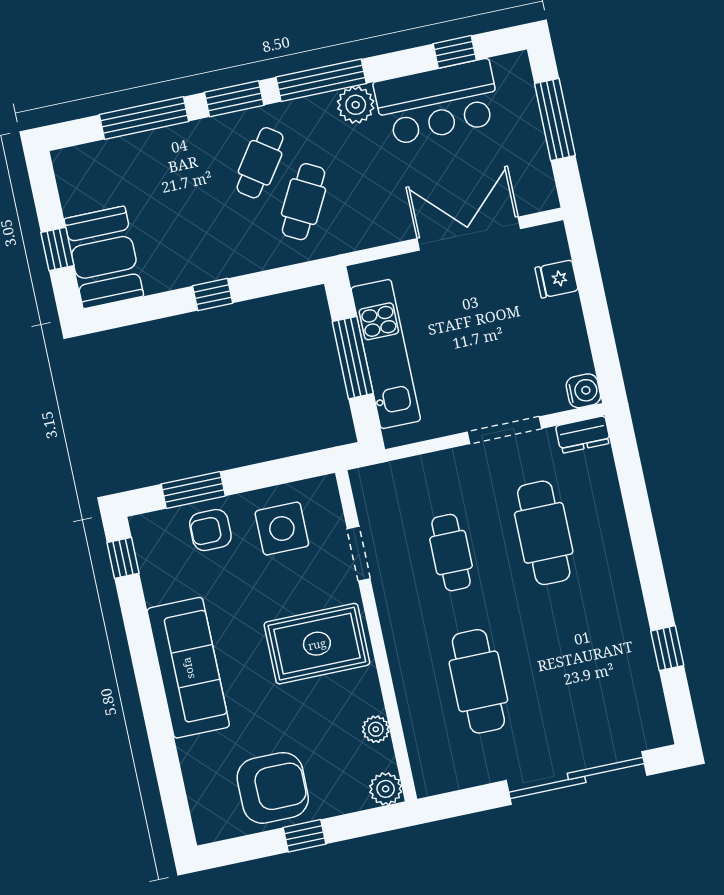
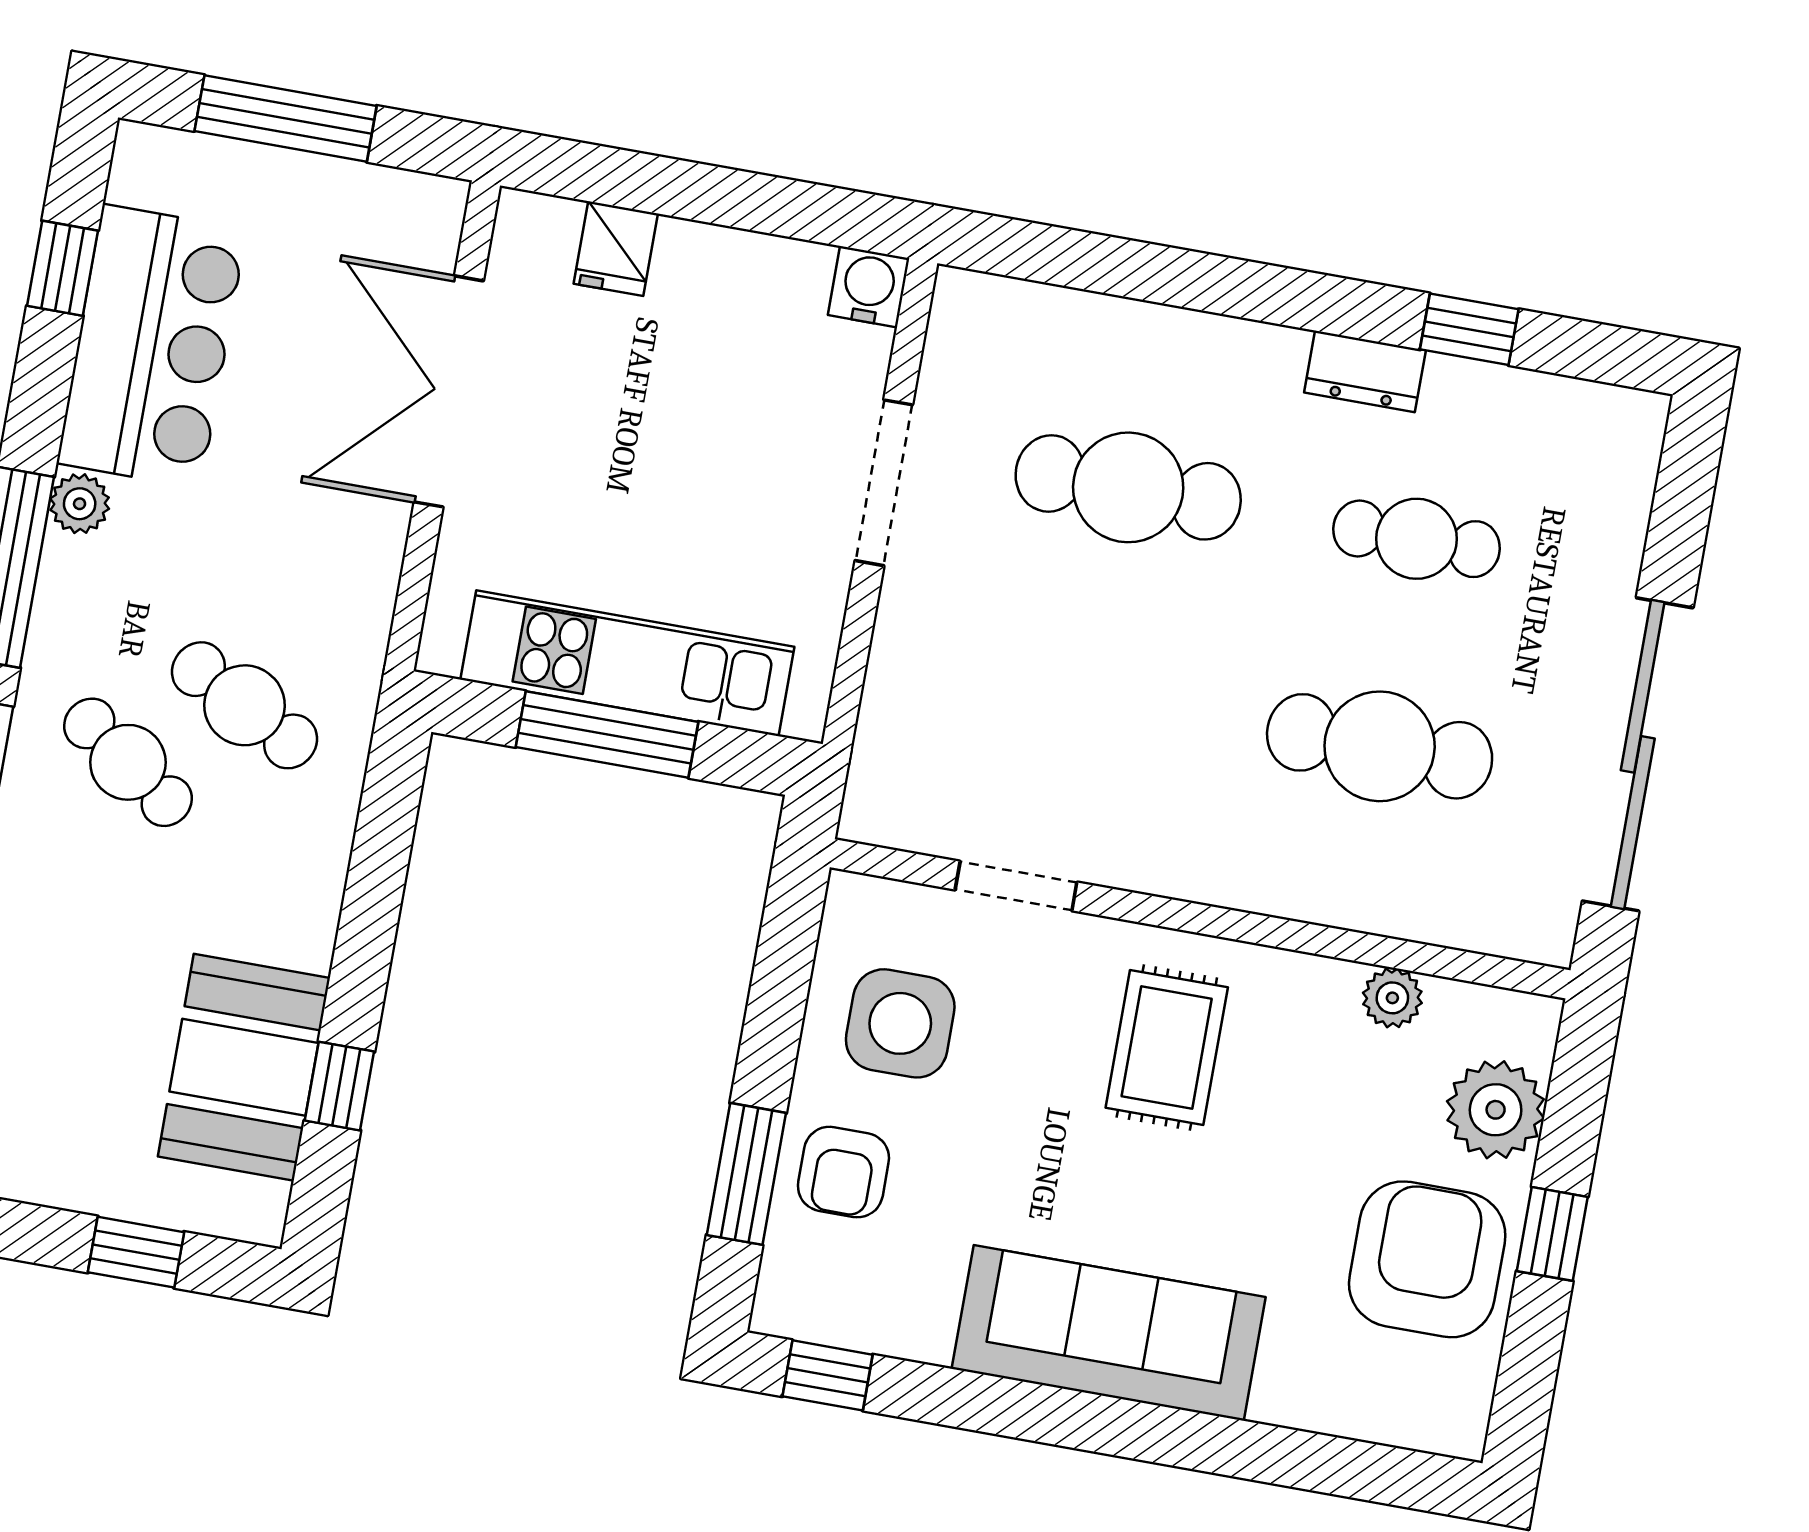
plant: (356, 105) -> (80, 504), width x0.73, depth x0.73
booth: (104, 257) -> (244, 1067), moved, turned 90
window: (213, 295) -> (339, 1086), moved
dresser: (583, 435) -> (1365, 371), moved, turned 90
cafe table: (451, 553) -> (1417, 539), moved
rug: (317, 644) -> (1167, 1048), width x0.73, depth x0.70
sliding door: (577, 778) -> (1638, 754), moved
plant: (386, 789) -> (1496, 1110), moved, width x1.36, depth x1.36

